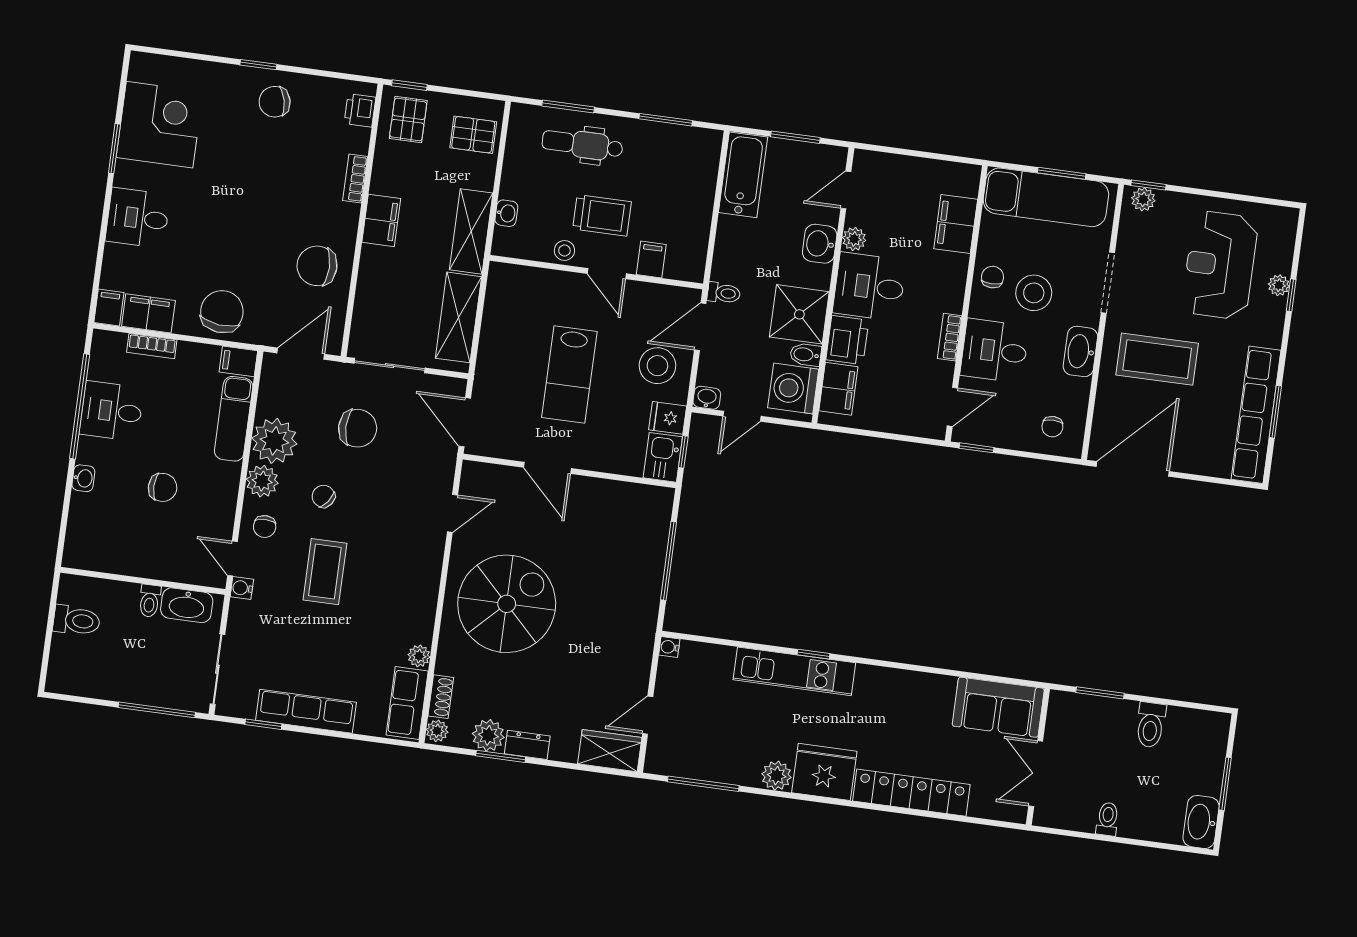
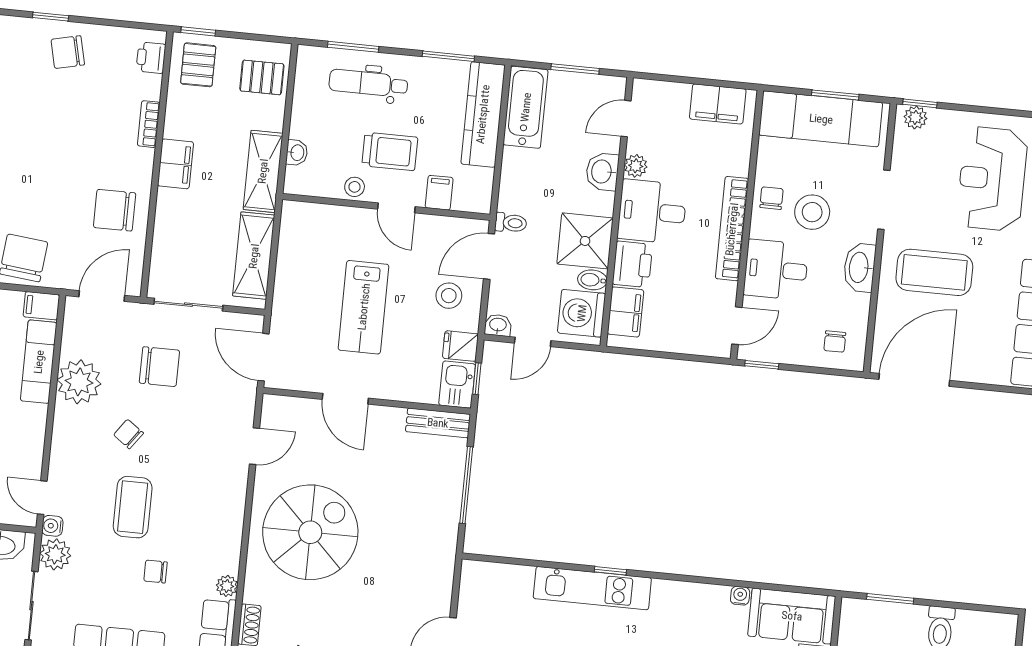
kitchen counter: (699, 181) -> (483, 114), added
filing cabinet: (956, 224) -> (718, 104), moved, turned -90
bookcase: (950, 337) -> (732, 229), width x2.31, depth x1.31
stool: (657, 366) -> (449, 296), width x0.73, depth x0.73
plant: (262, 481) -> (55, 554), moved
bench: (642, 496) -> (438, 423), added
chair: (265, 527) -> (156, 572), moved, turned 90
water cooler: (669, 647) -> (740, 596), moved, turned 90

